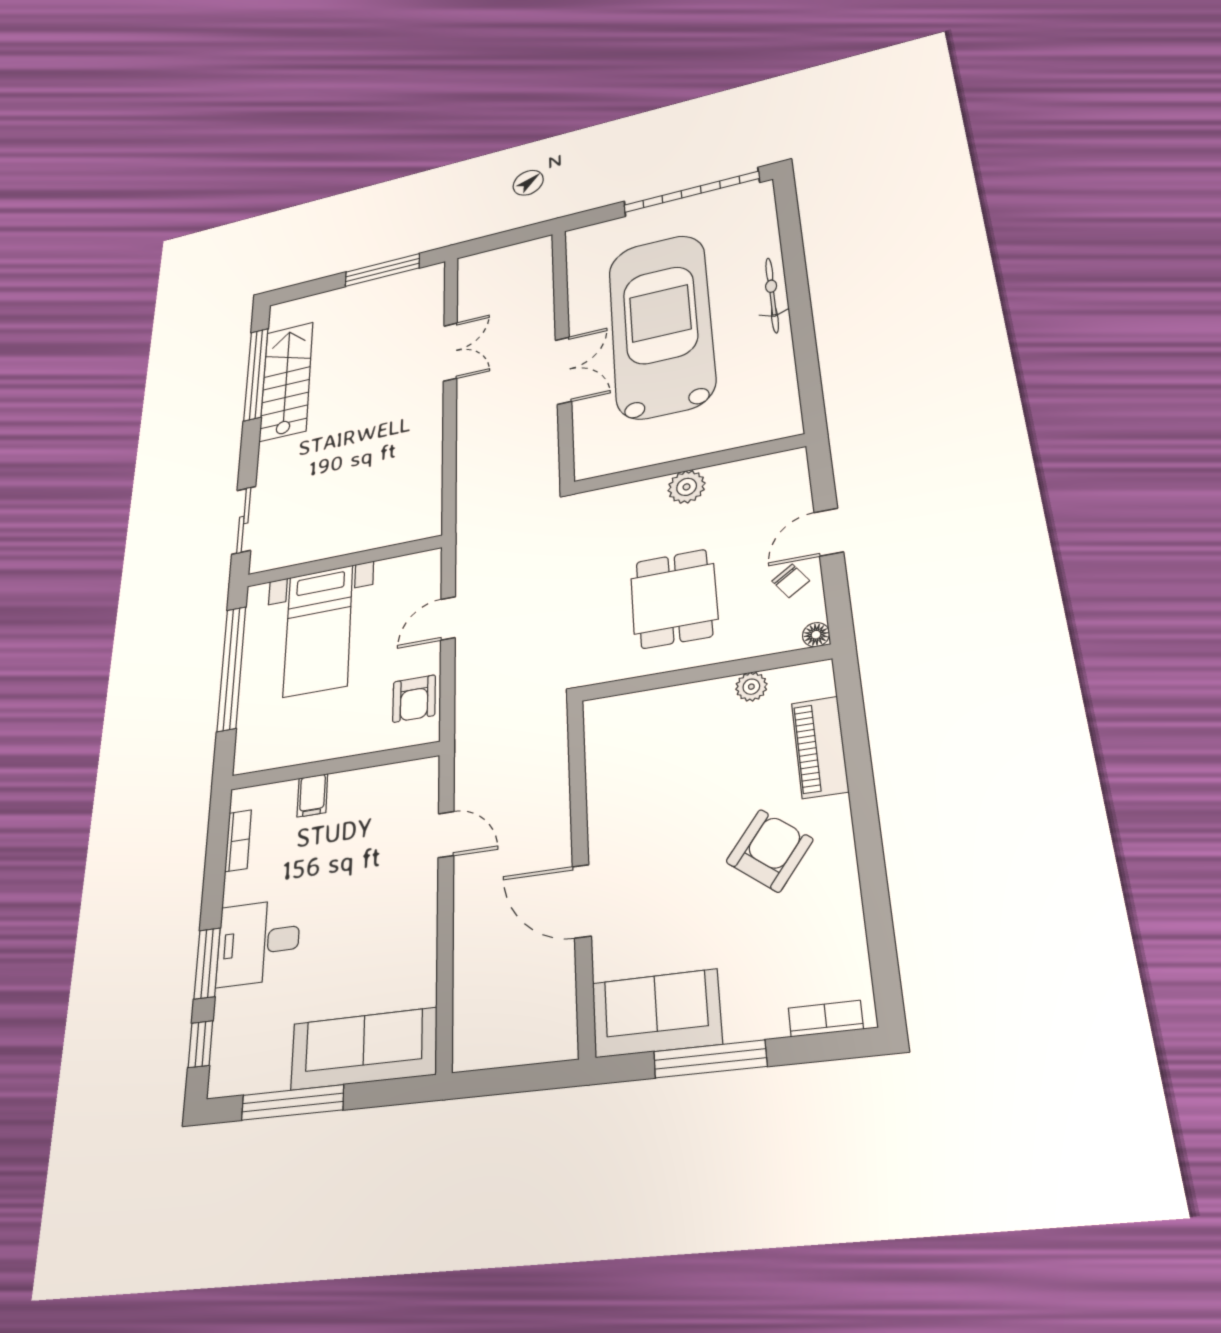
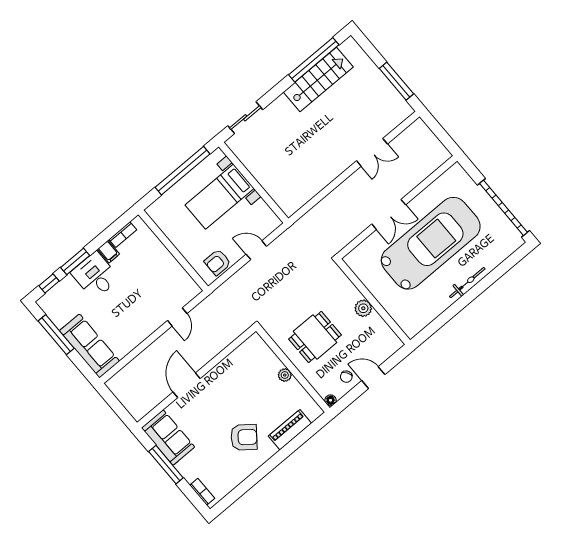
plant: (751, 687) -> (285, 375), moved
filing cabinet: (312, 795) -> (109, 252), moved, turned -90

